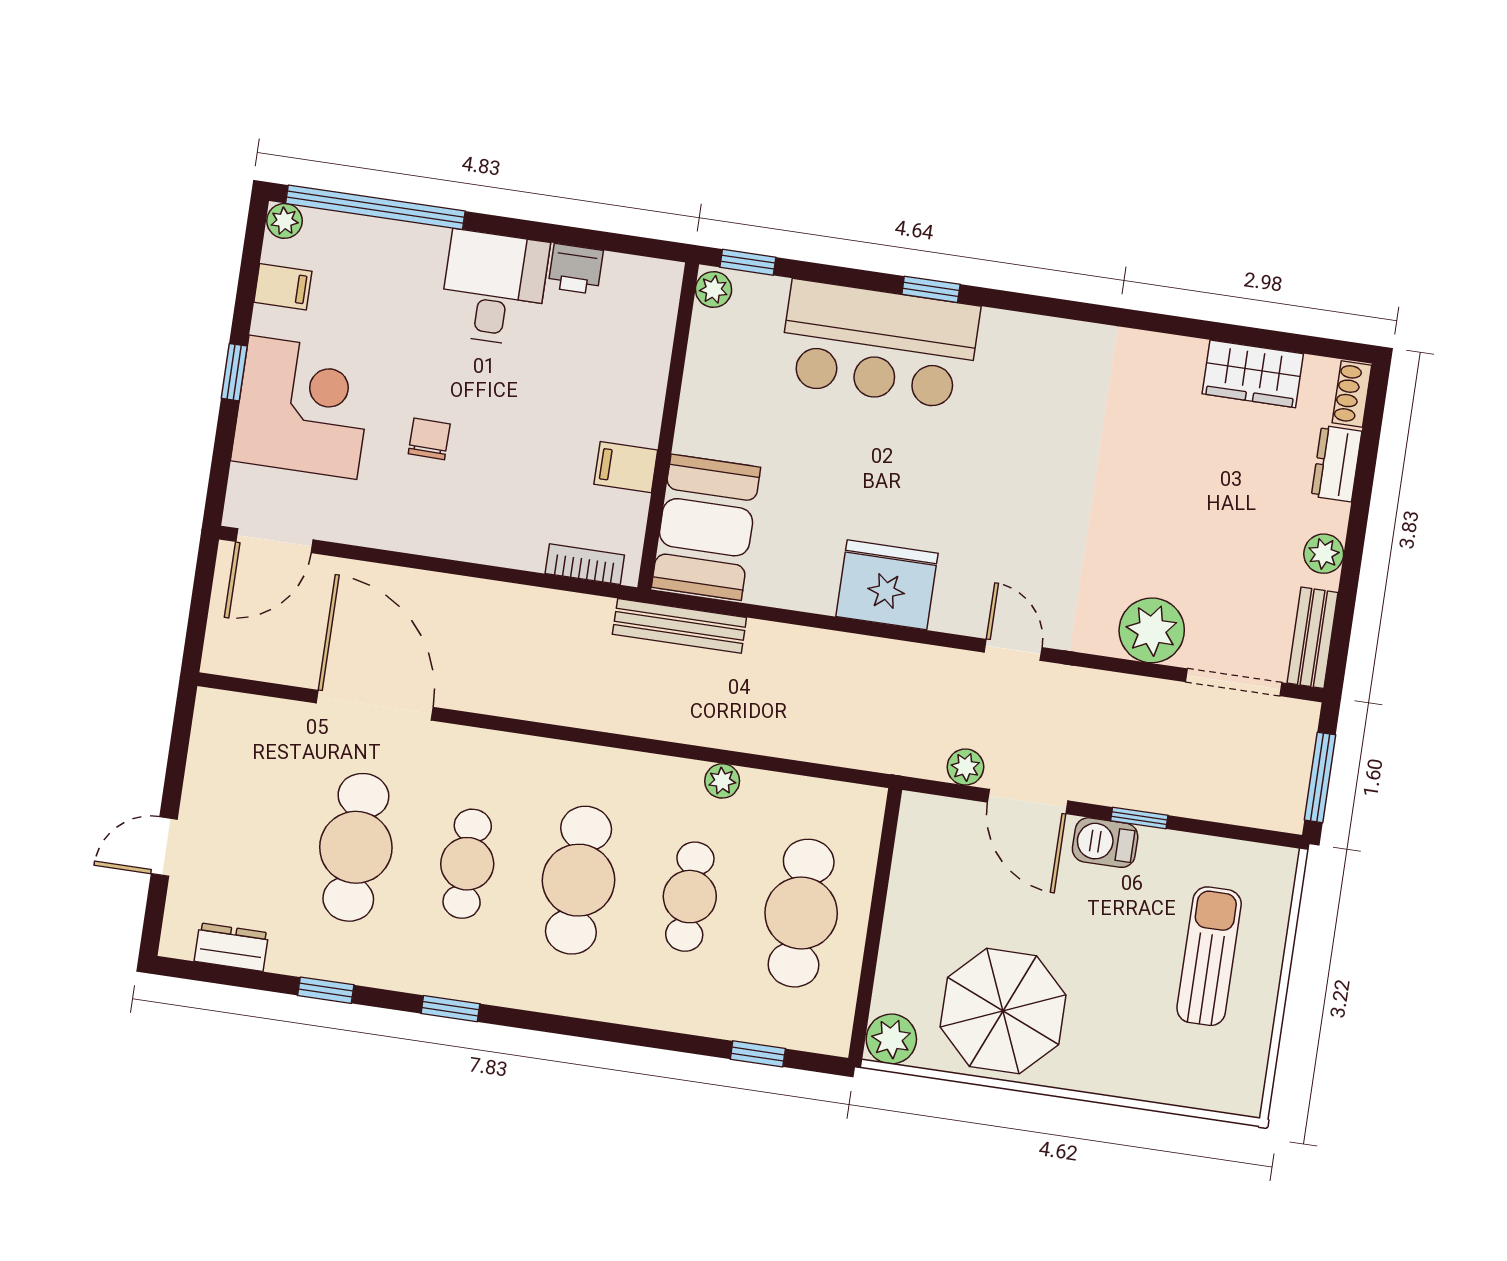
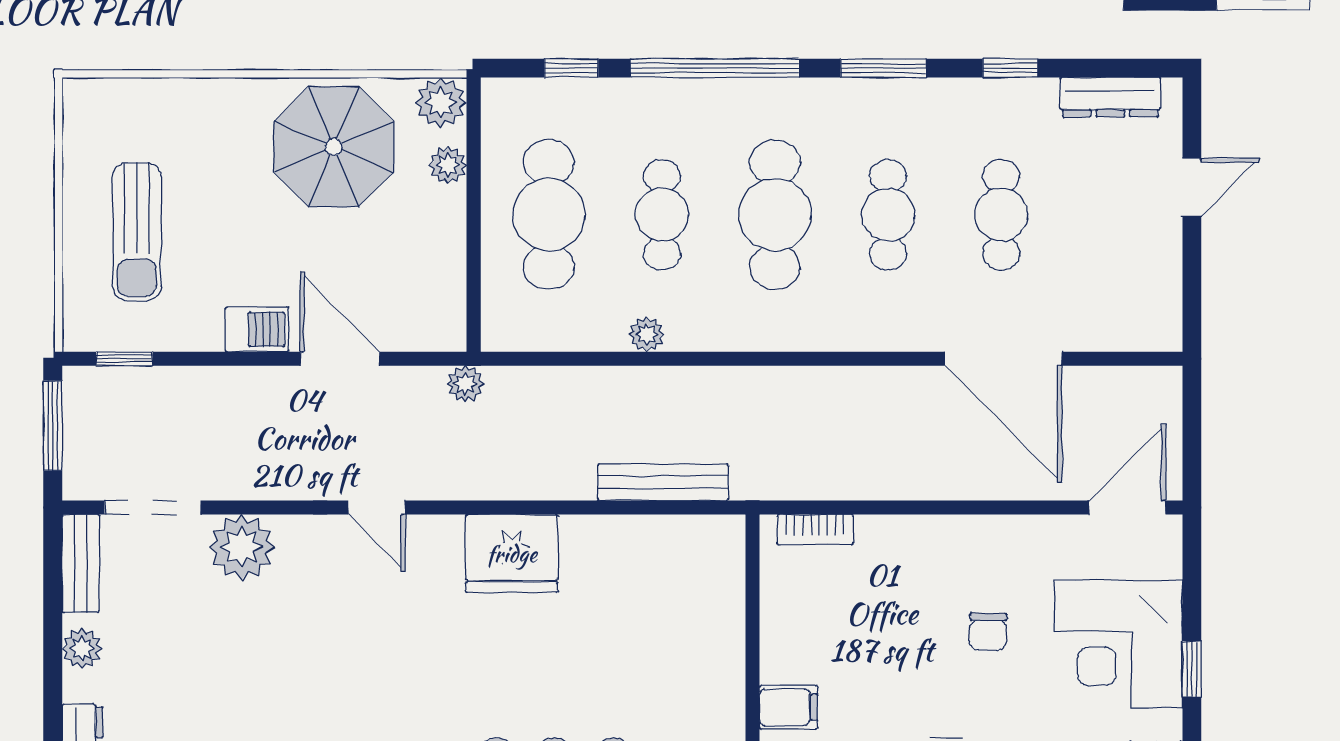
filing cabinet: (626, 467) -> (789, 707), moved
booth: (706, 527) -> (700, 584), removed
bench: (679, 626) -> (663, 482), moved
plant: (965, 767) -> (465, 384), moved
window: (1139, 818) -> (124, 359), moved
cafe table: (356, 847) -> (1001, 215), width x0.73, depth x0.74
dresser: (231, 947) -> (1110, 97), width x1.44
plant: (893, 976) -> (448, 165), added
window: (450, 1009) -> (883, 68), width x1.50
window: (616, 1033) -> (715, 68), added

